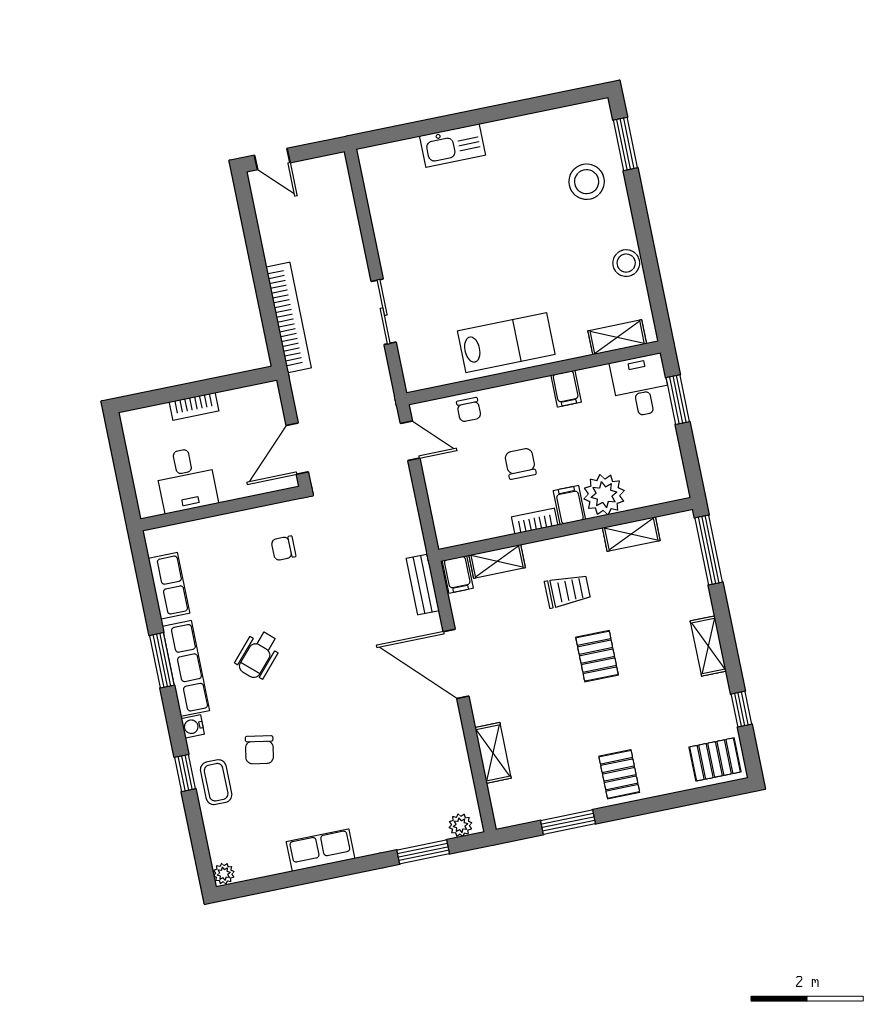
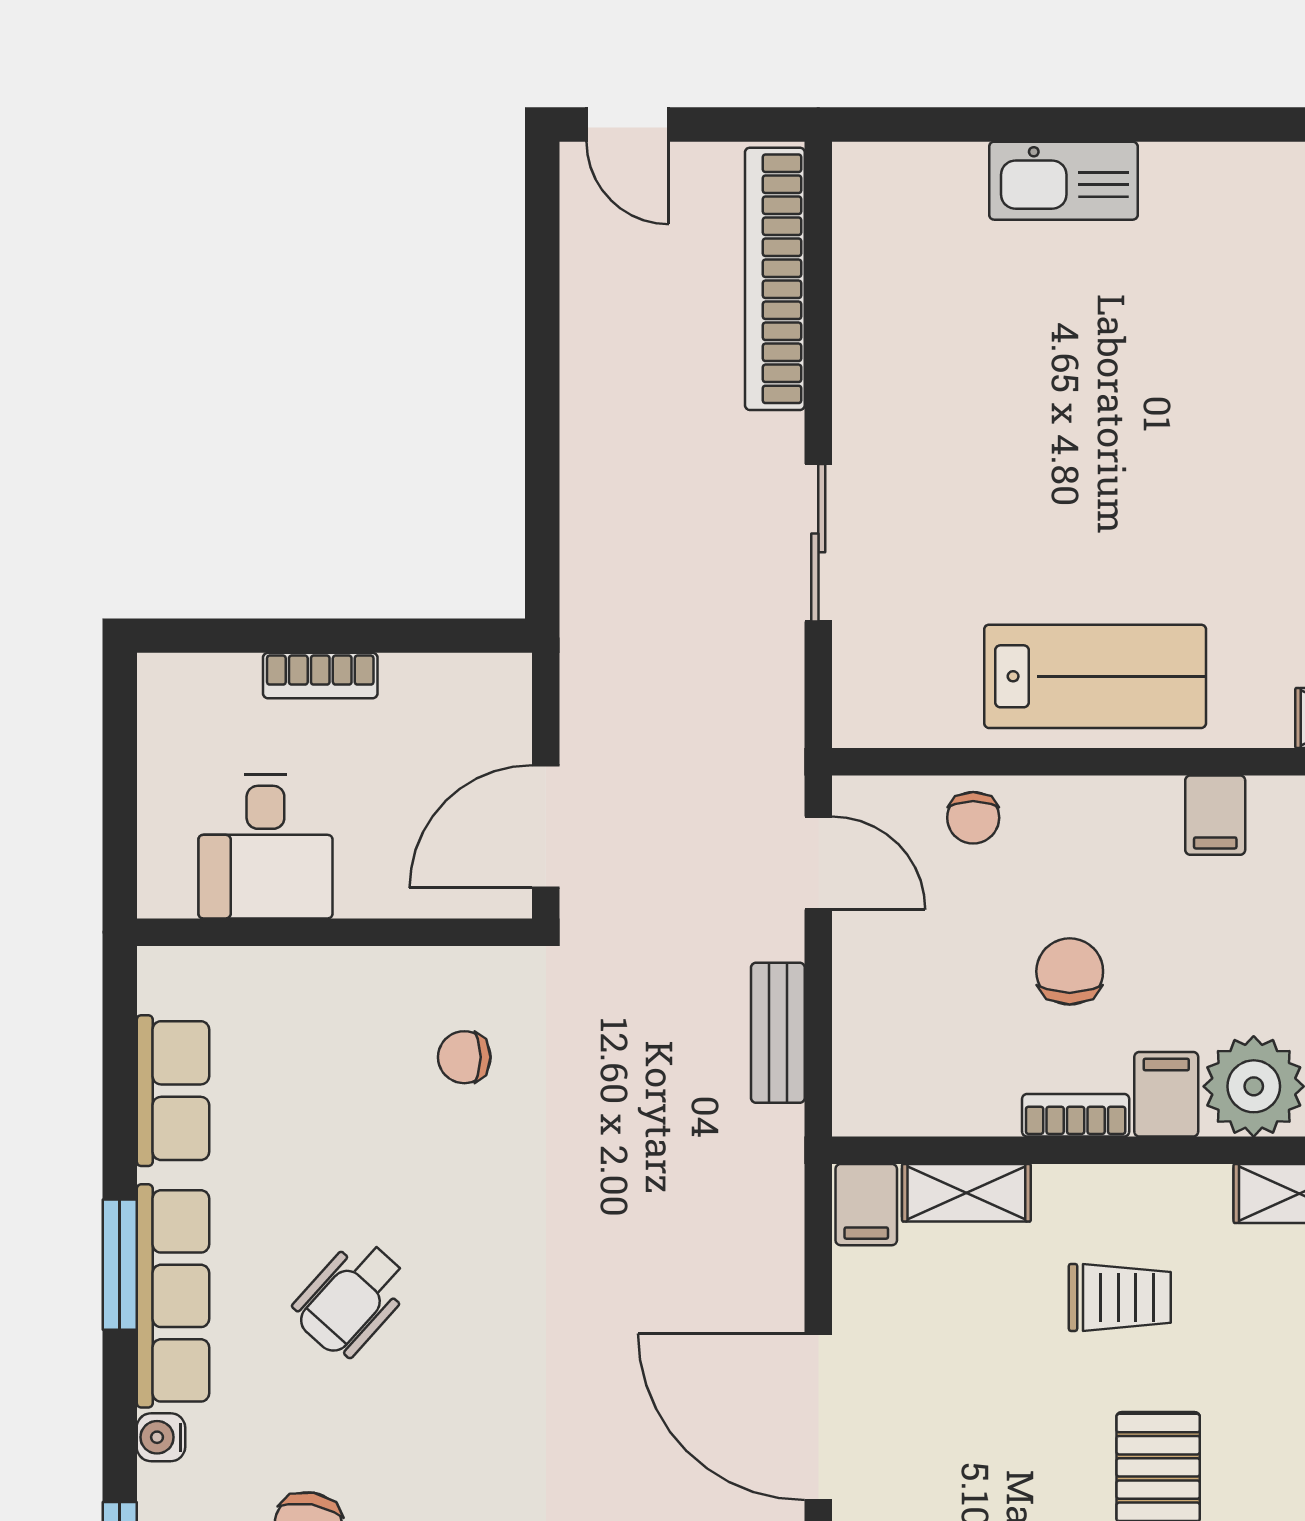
bookcase: (289, 317) -> (775, 279), moved, turned 180
bench: (423, 585) -> (778, 1033), moved

